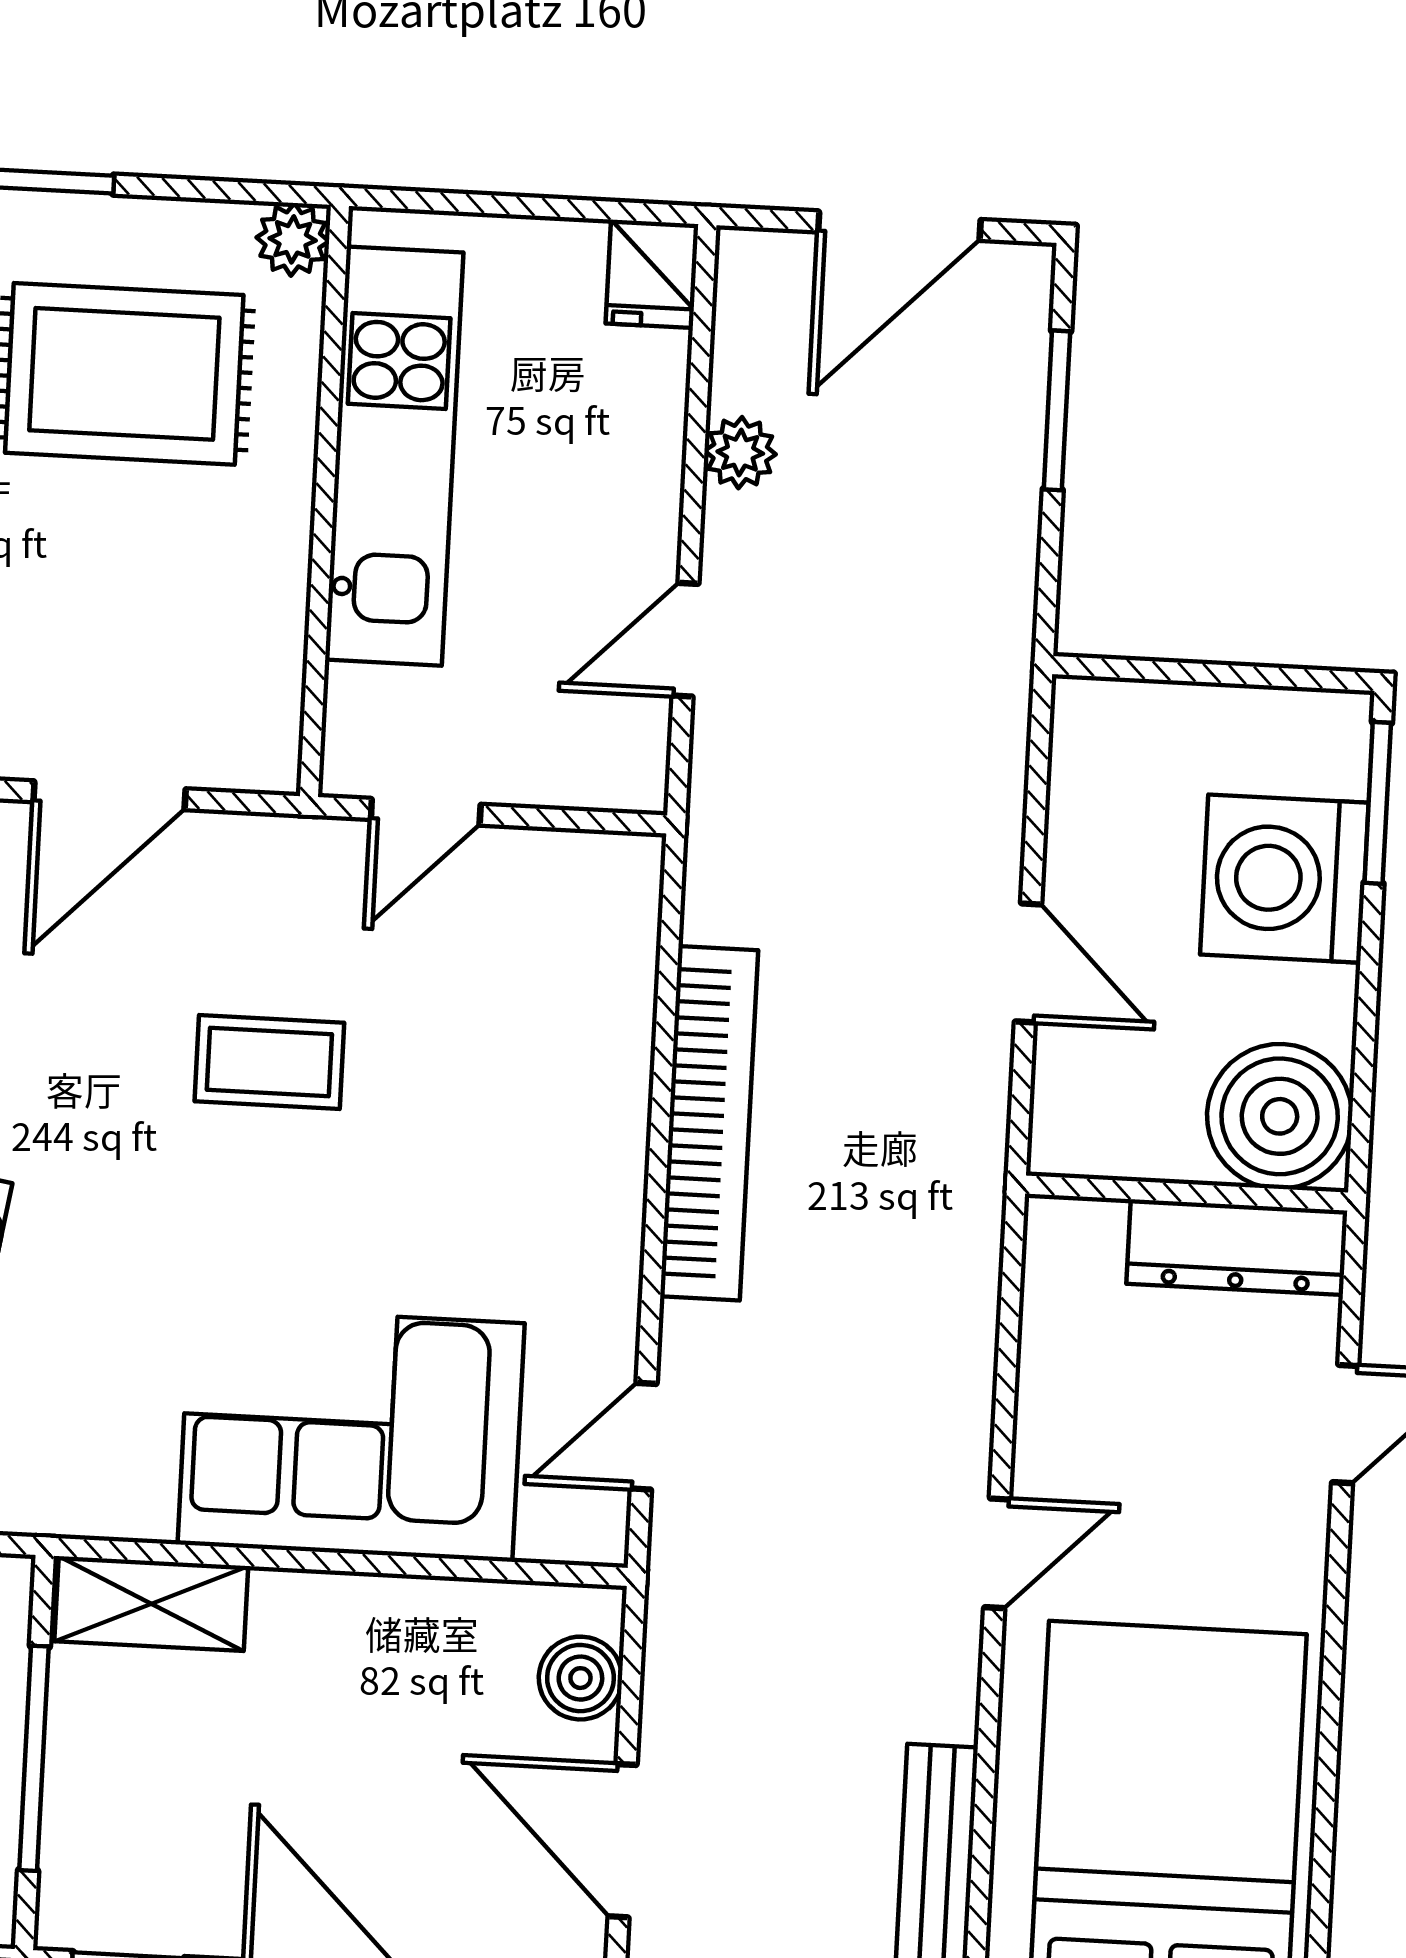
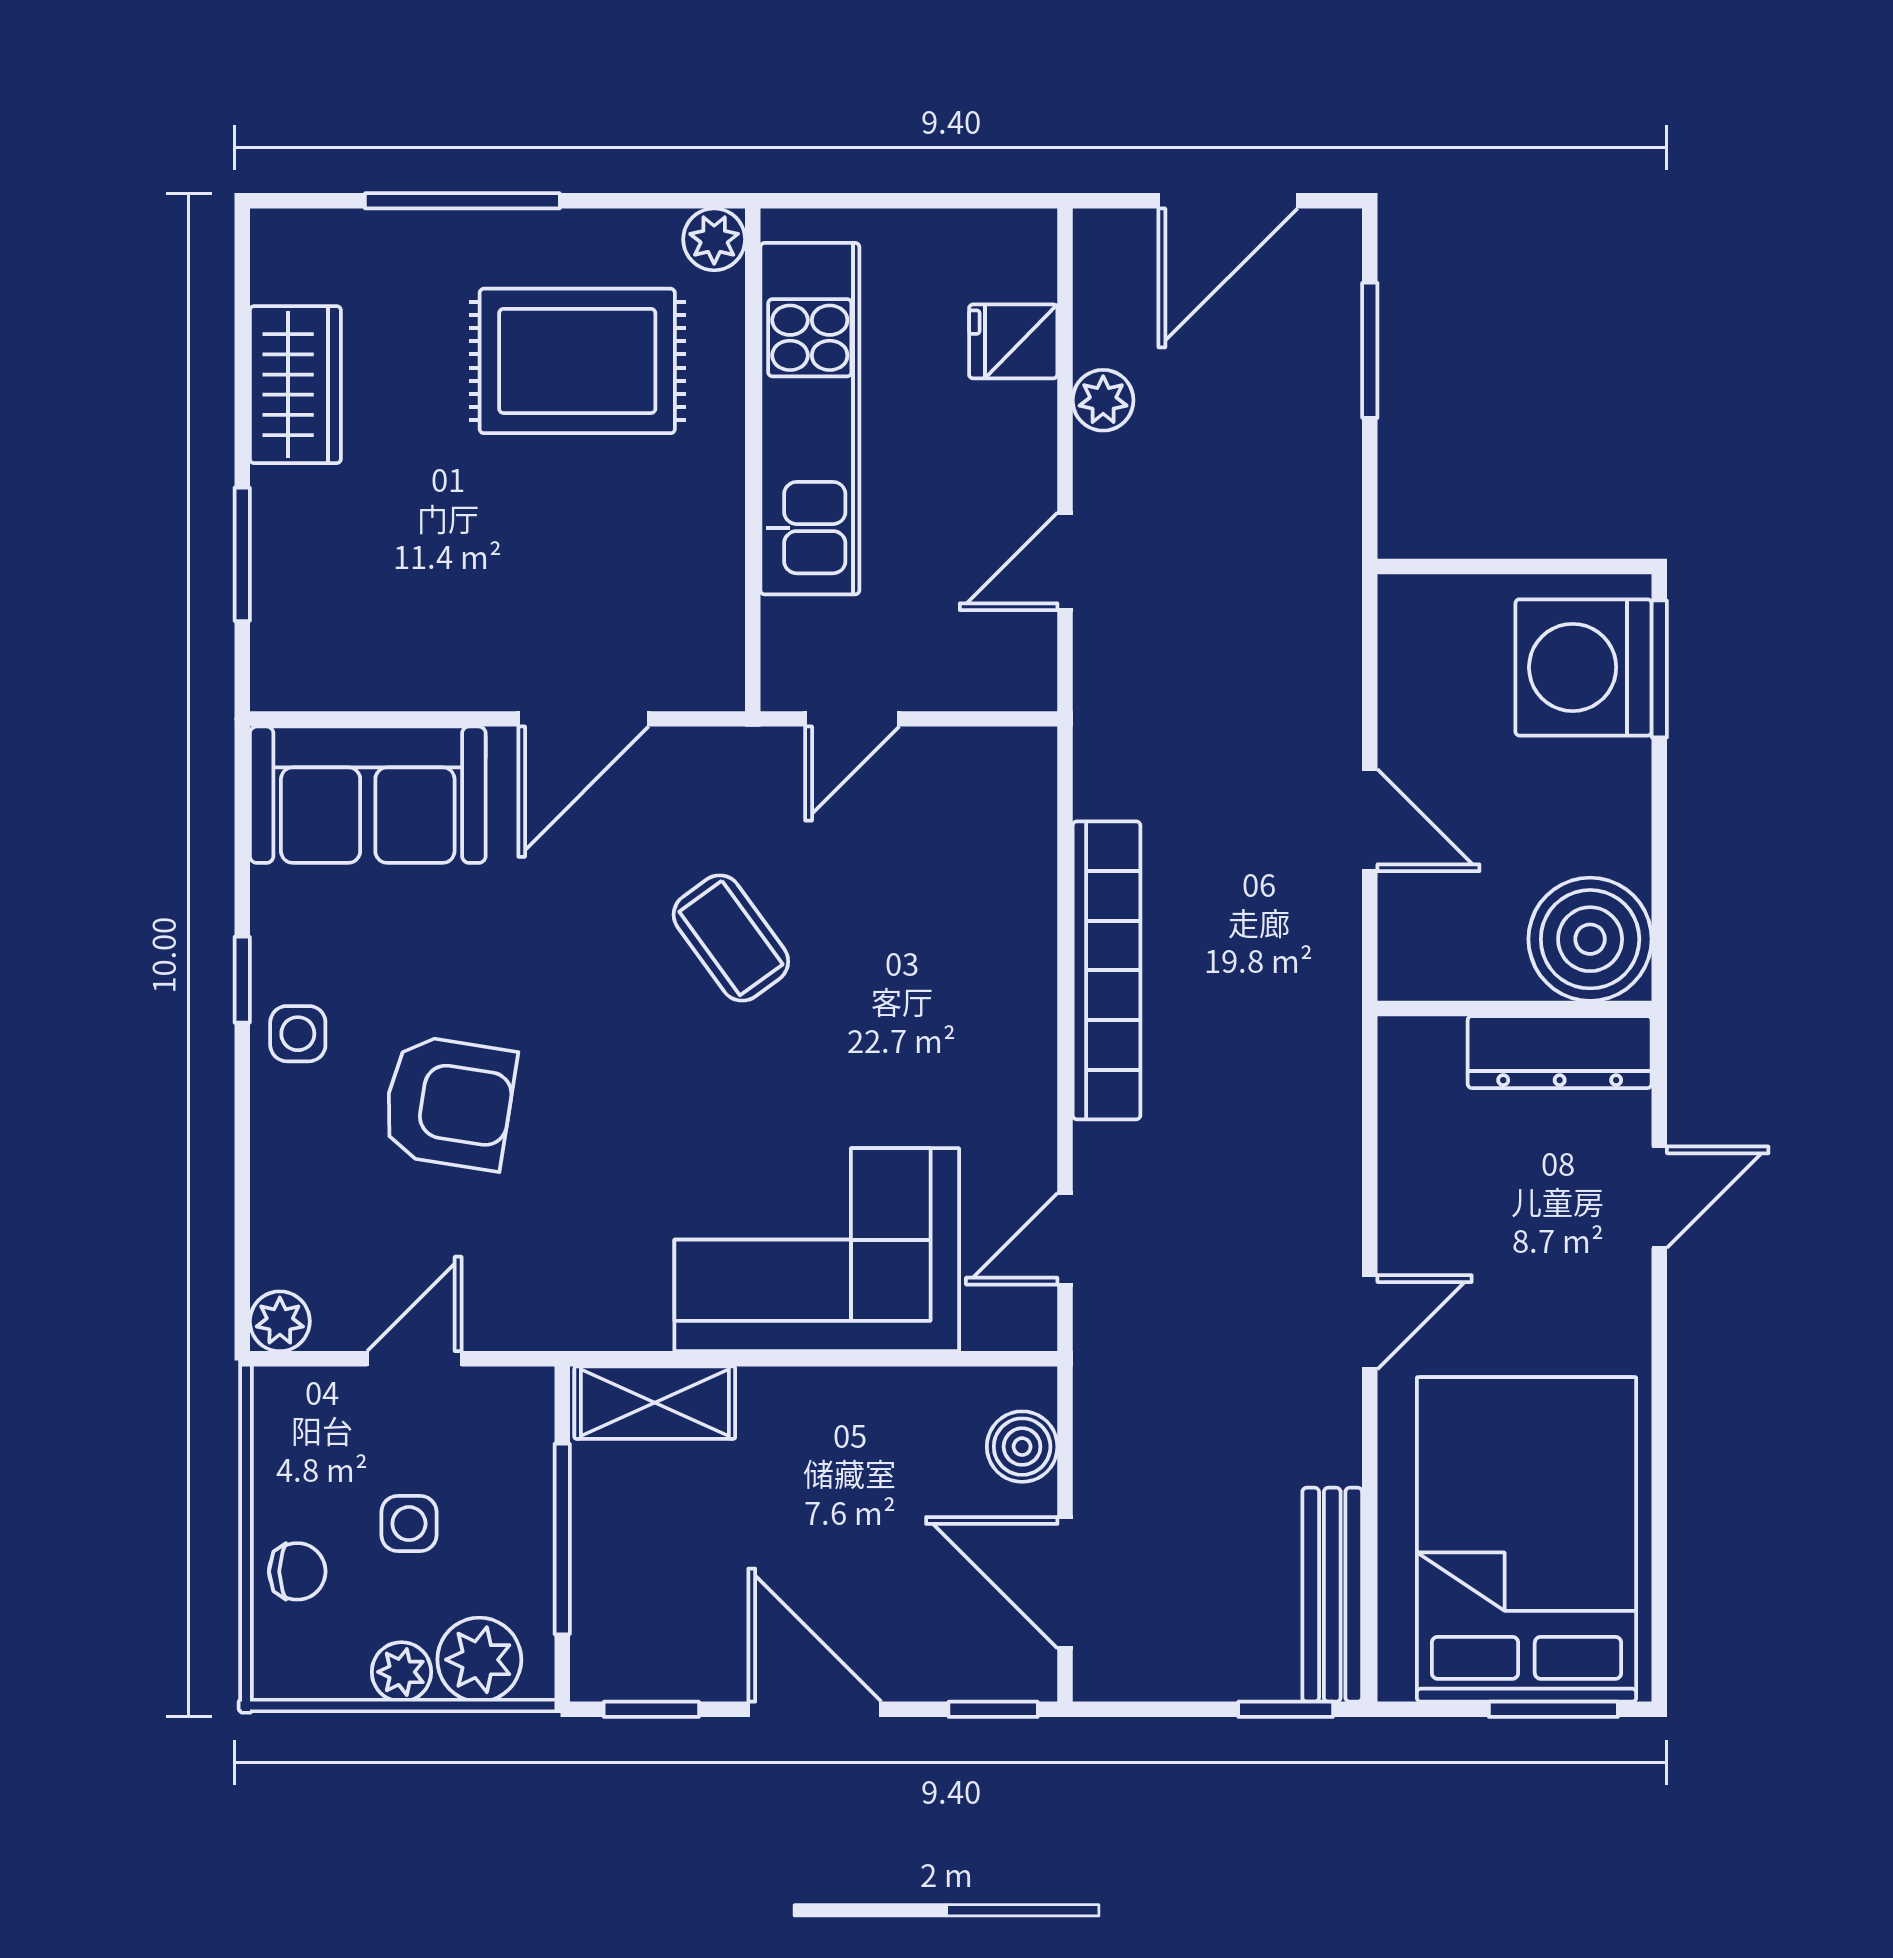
fridge: (652, 274) -> (1013, 341), moved, turned 90
washing machine: (1284, 879) -> (1584, 667), moved
coffee table: (269, 1062) -> (731, 938), turned 54

